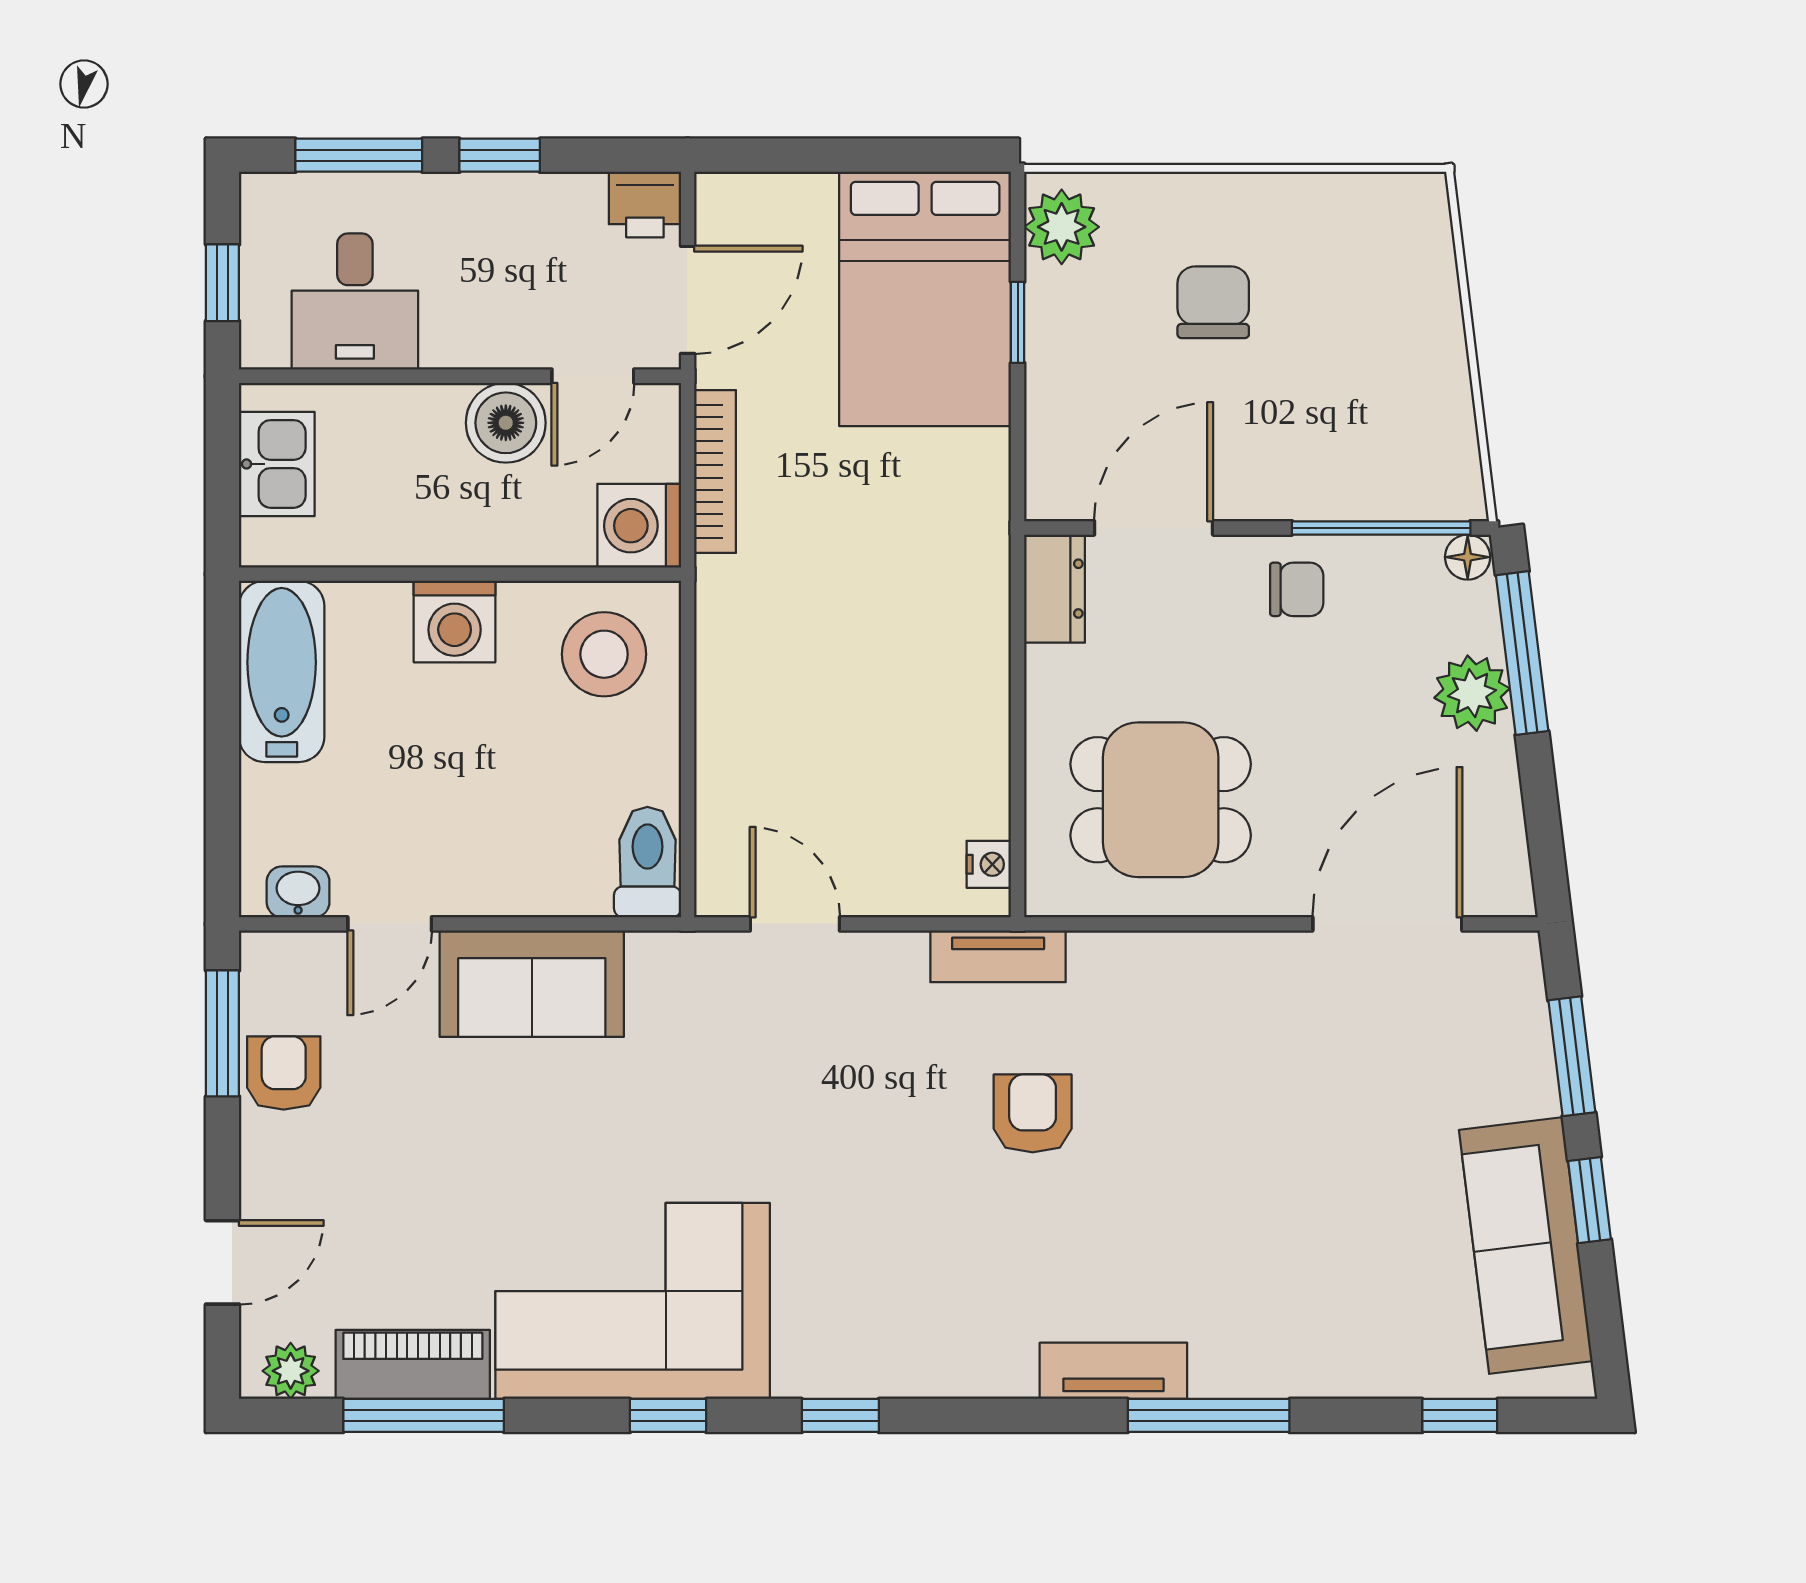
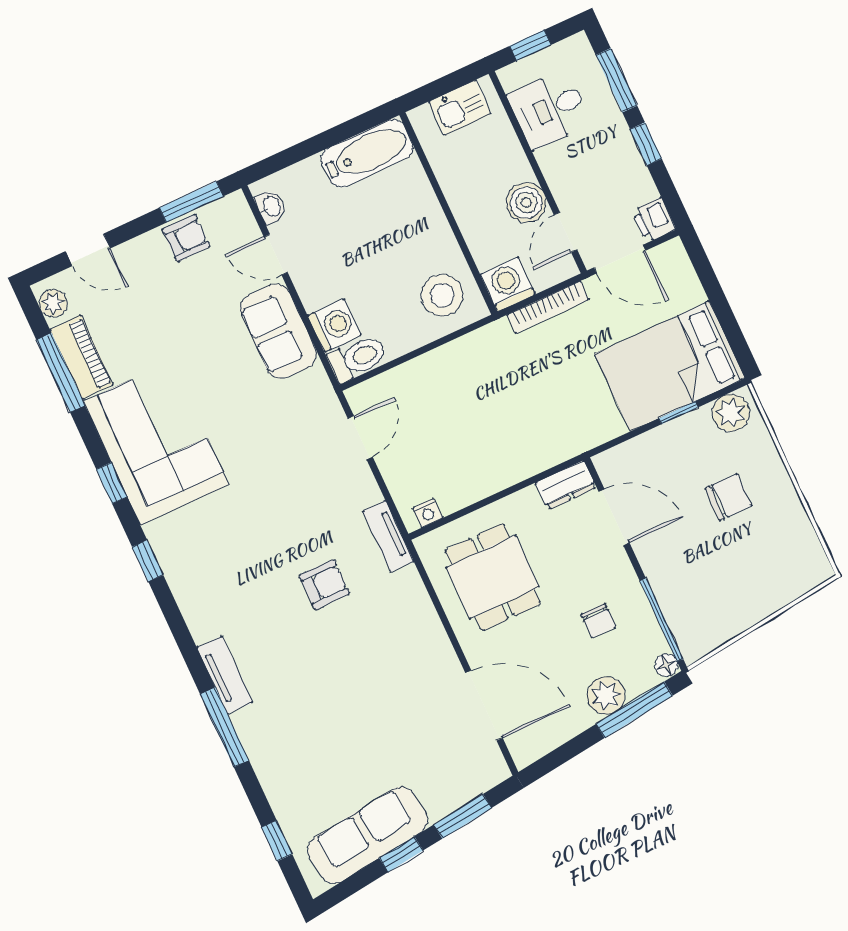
door: (593, 376) -> (565, 232), hinge flipped
chair: (1297, 589) -> (598, 621), moved
washing machine: (455, 622) -> (334, 325), moved, turned 180

